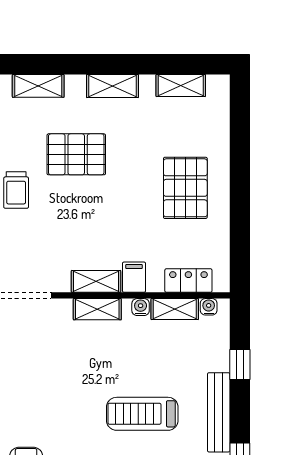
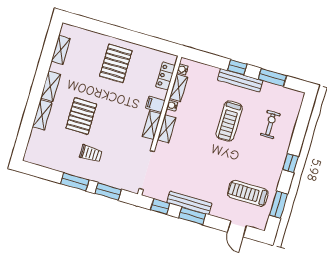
shelving: (38, 86) -> (42, 115), moved
pallet: (185, 188) -> (116, 63), turned 90
window: (240, 365) -> (237, 67), moved

